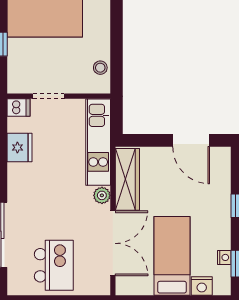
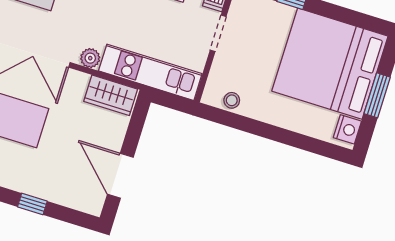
door: (191, 140) -> (120, 176), hinge flipped
wardrobe: (127, 179) -> (111, 95), width x0.67

